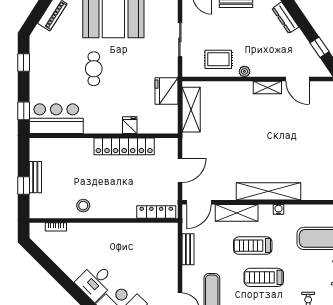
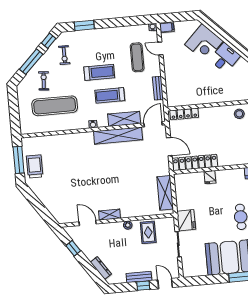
rug: (218, 59) -> (148, 232), turned 90
fridge: (166, 91) -> (186, 220), moved
locker: (124, 146) -> (195, 162), moved
door: (180, 170) -> (169, 147), swing flipped
shelving: (269, 191) -> (118, 136), moved
treadmill: (253, 246) -> (110, 95), turned 180

